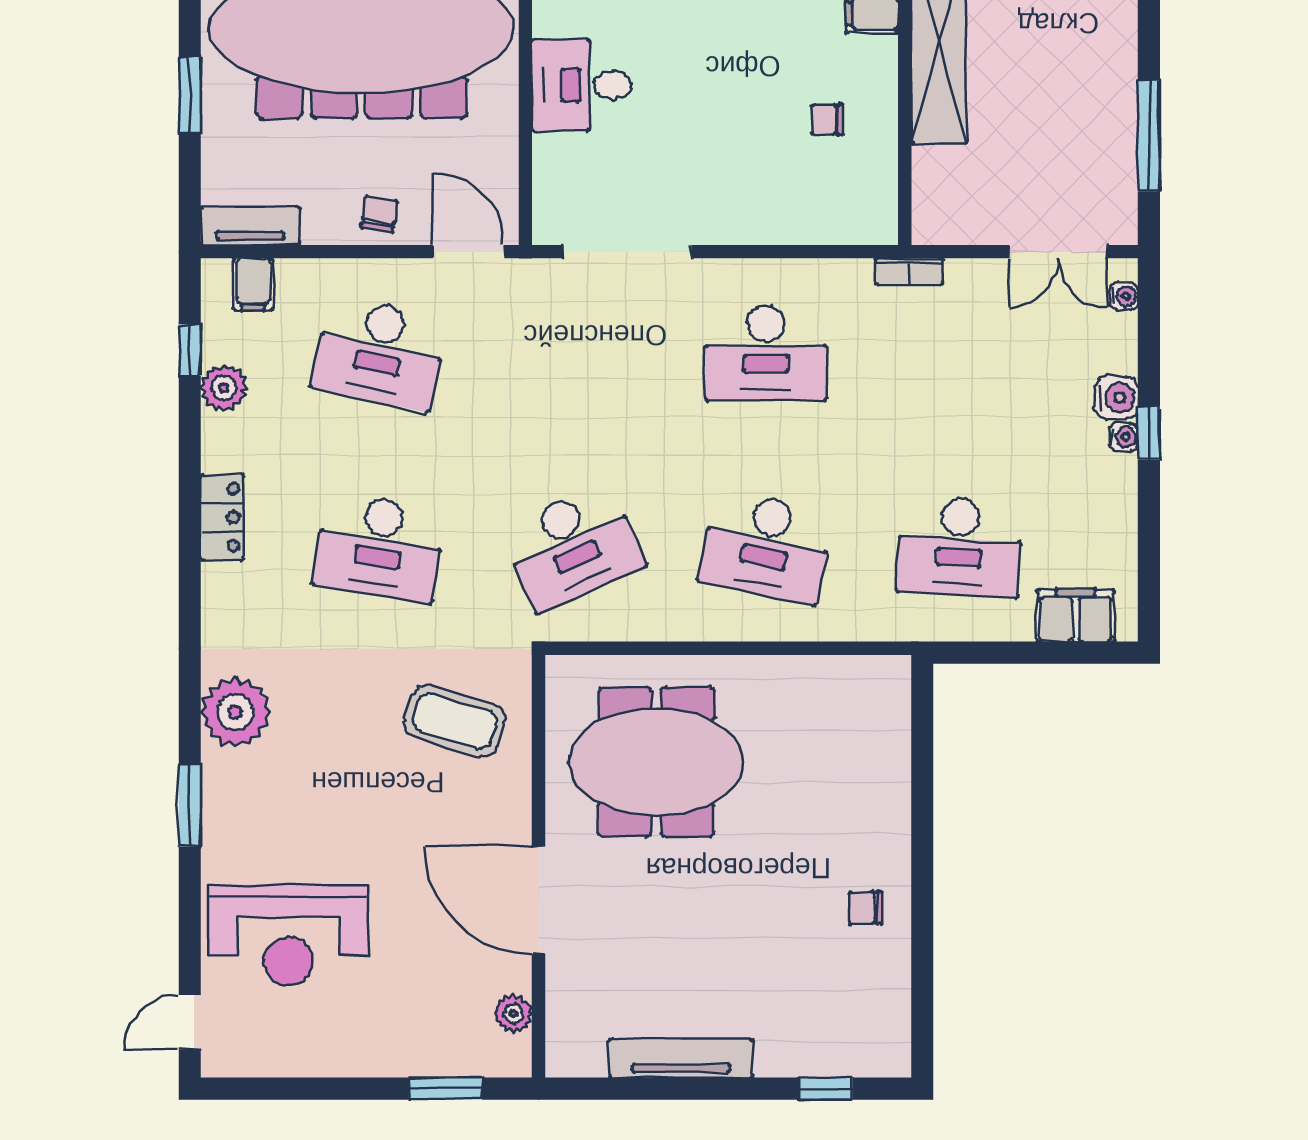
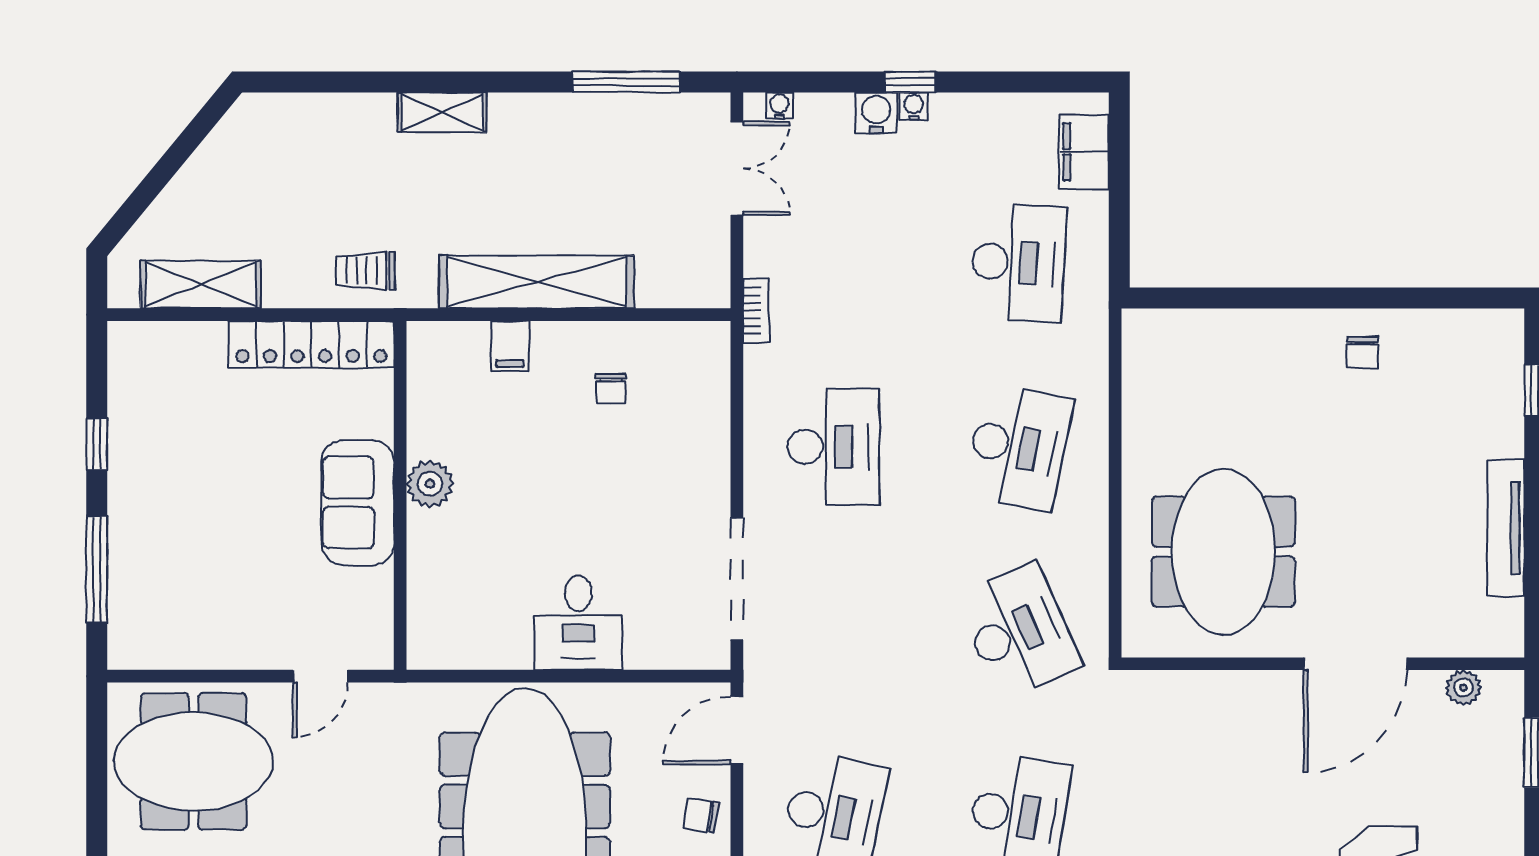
coffee table: (455, 721) -> (1184, 744), removed

